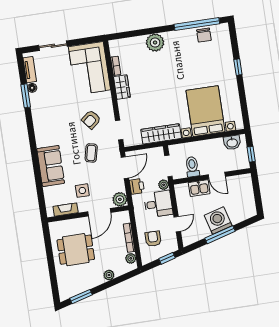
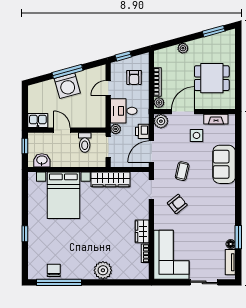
kitchen sink: (199, 188) -> (38, 120), moved
plant: (131, 258) -> (159, 103), moved

